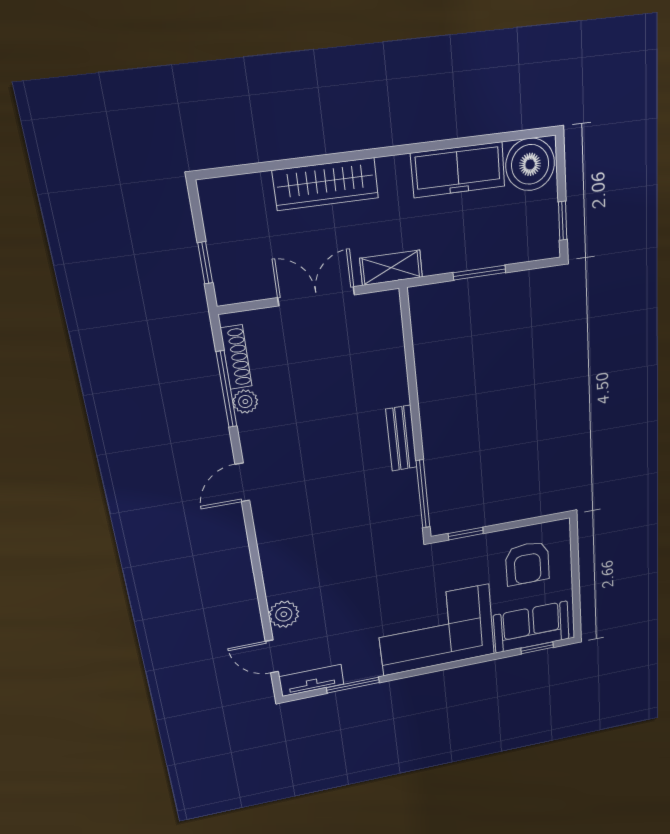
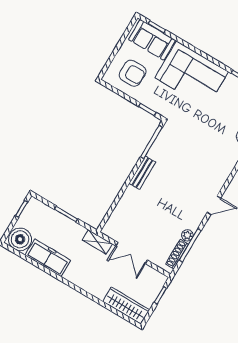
wardrobe: (326, 184) -> (126, 306), moved
armchair: (527, 563) -> (132, 73), turned 90

